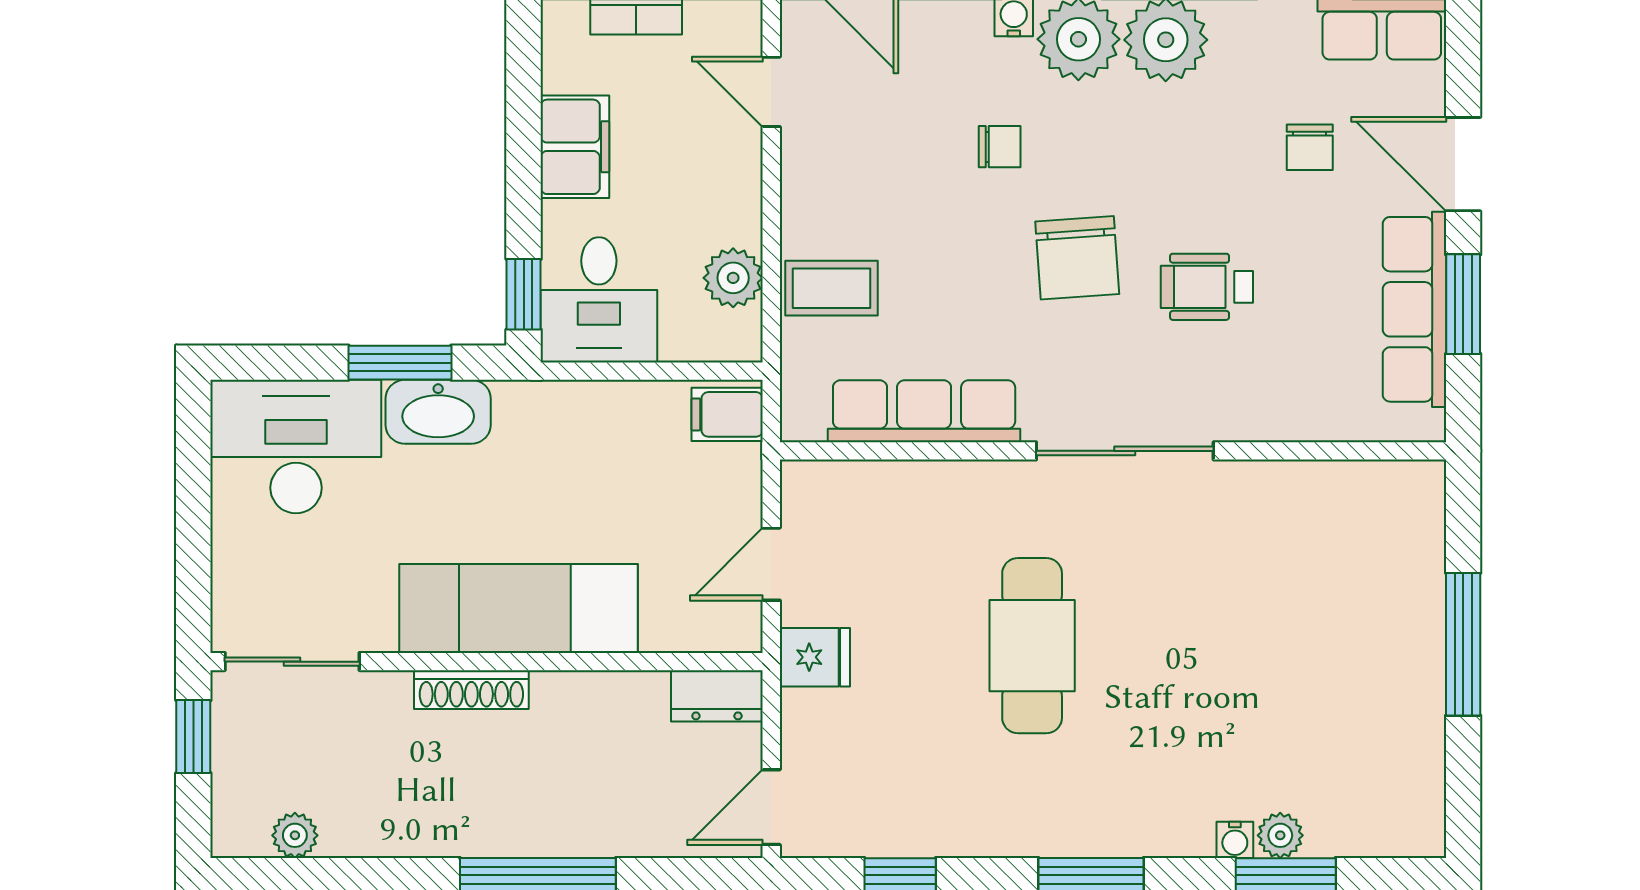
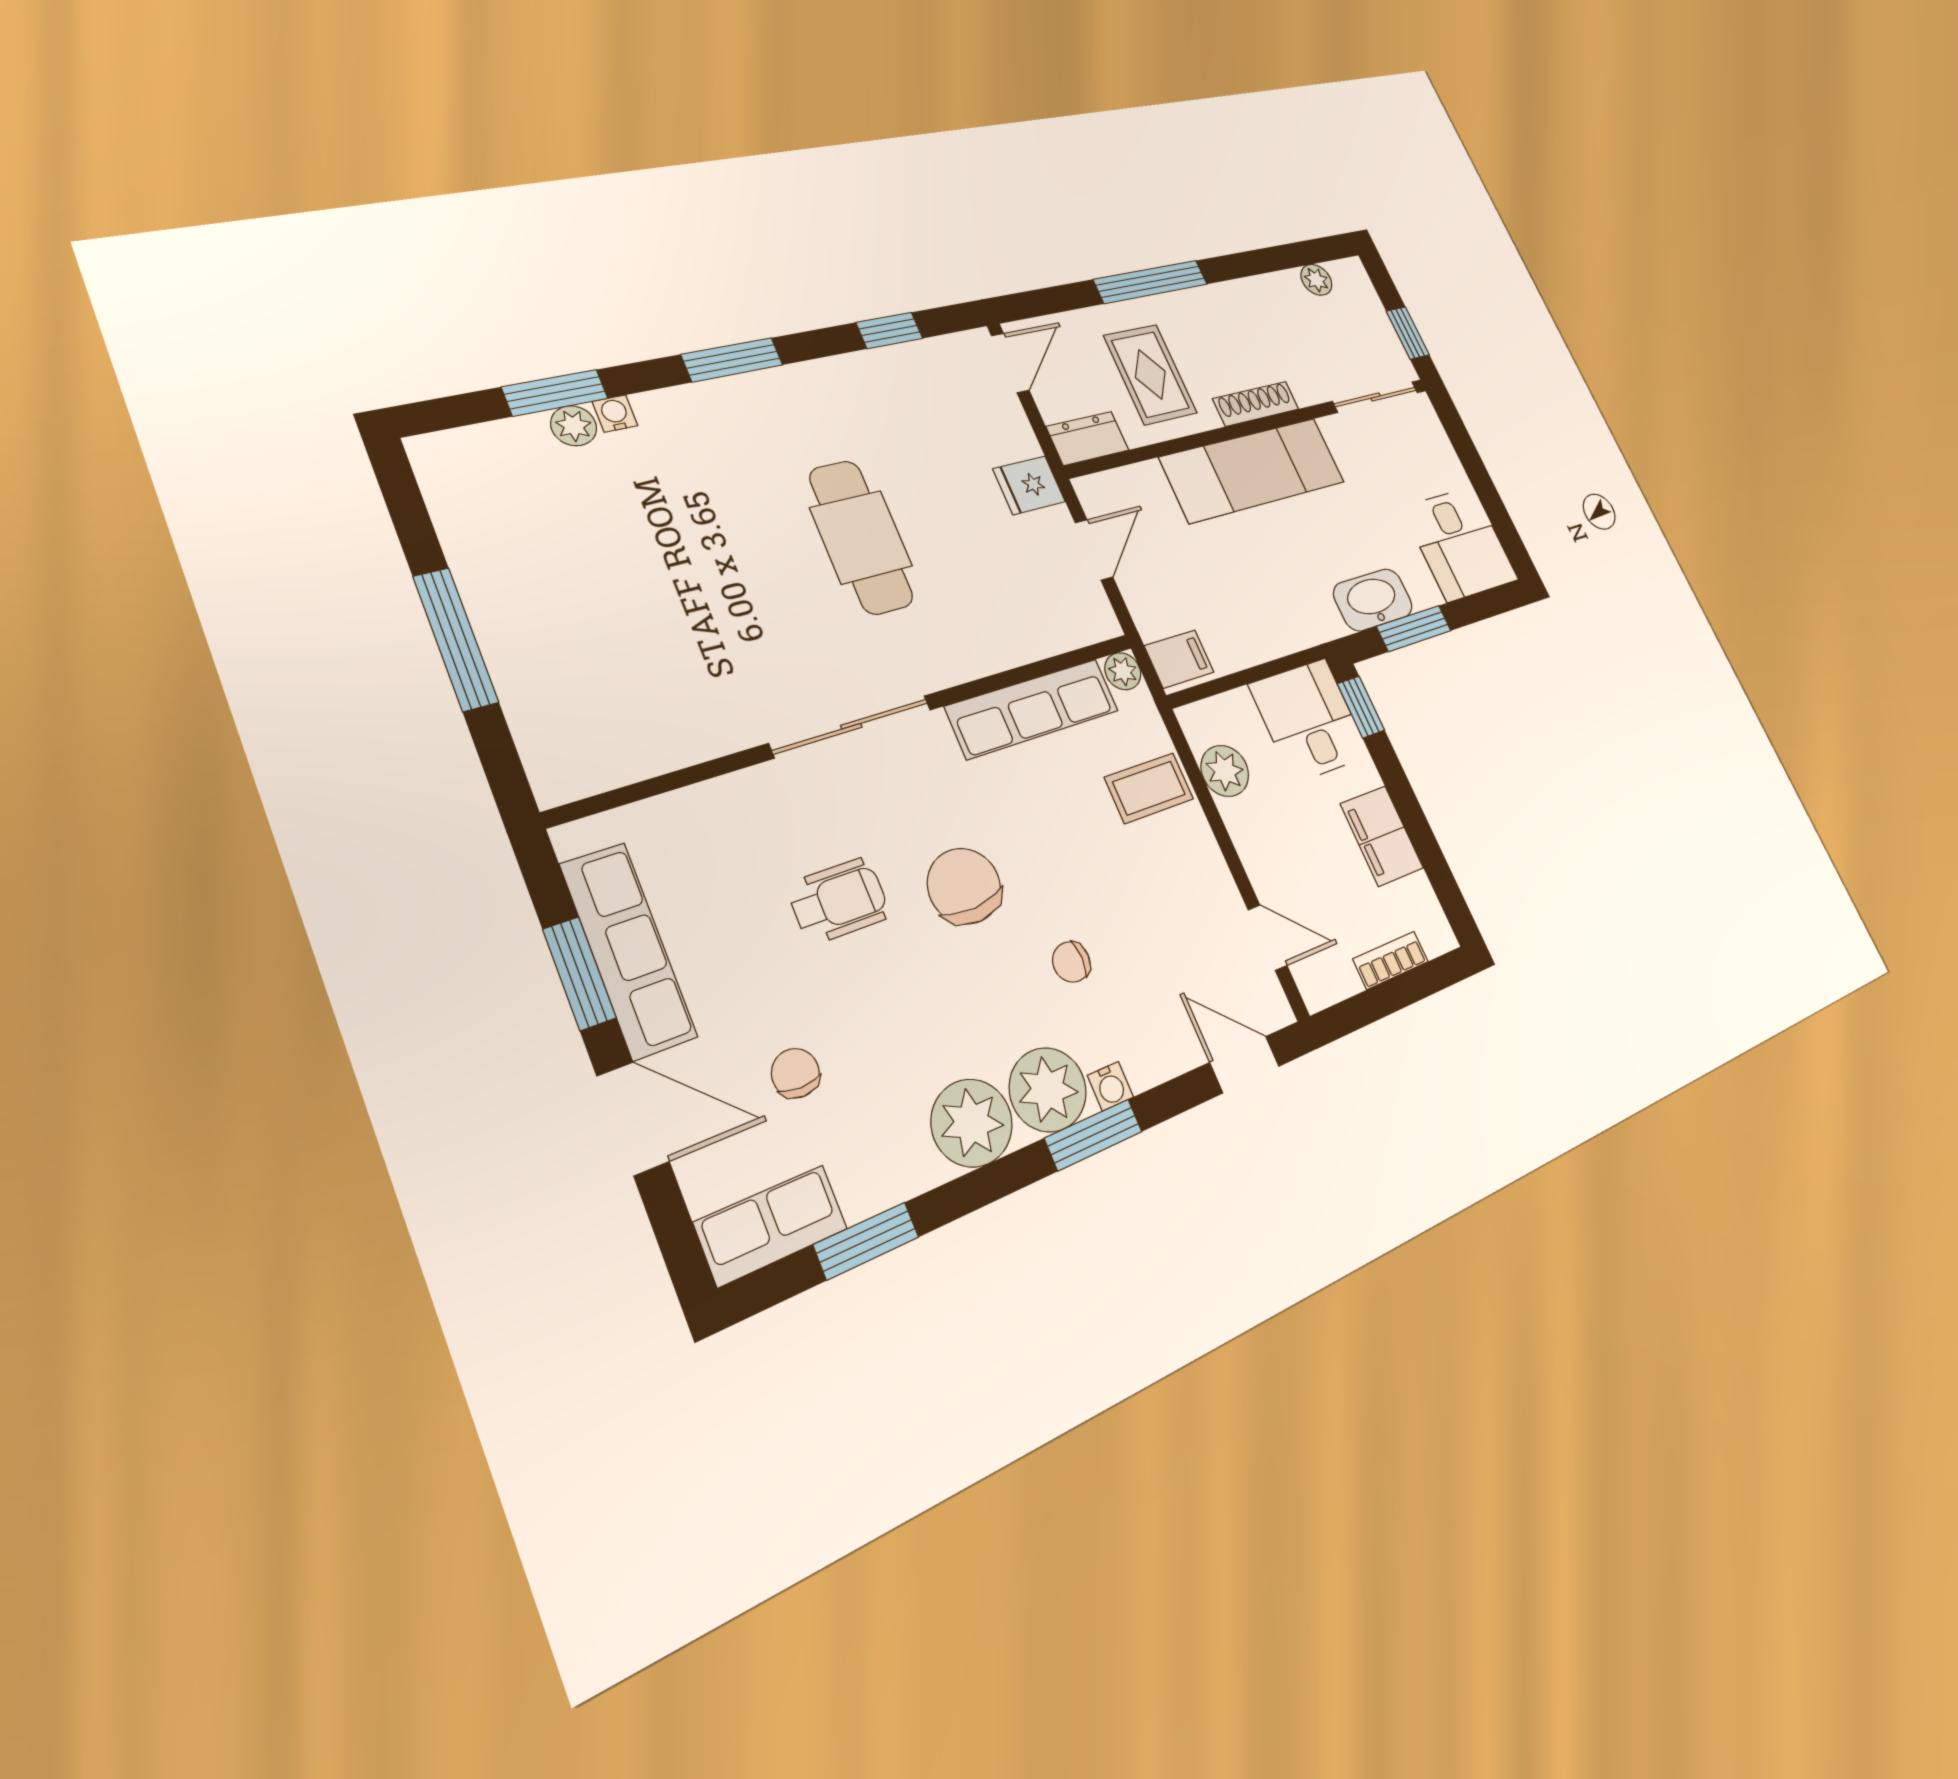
plant: (802, 421) -> (1123, 671), added
desk: (296, 447) -> (1460, 544), width x0.73
rug: (597, 757) -> (1150, 374), added

